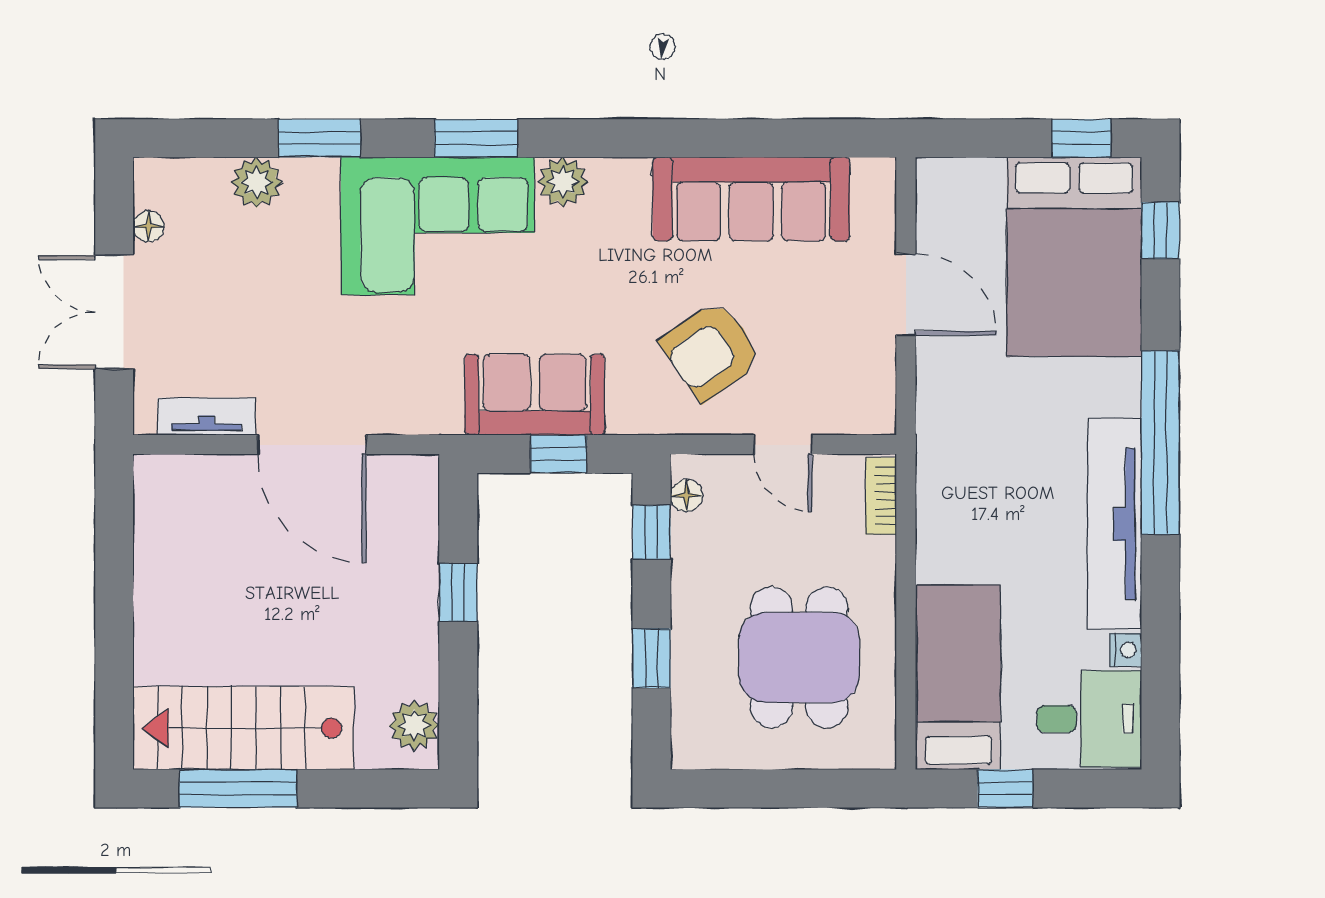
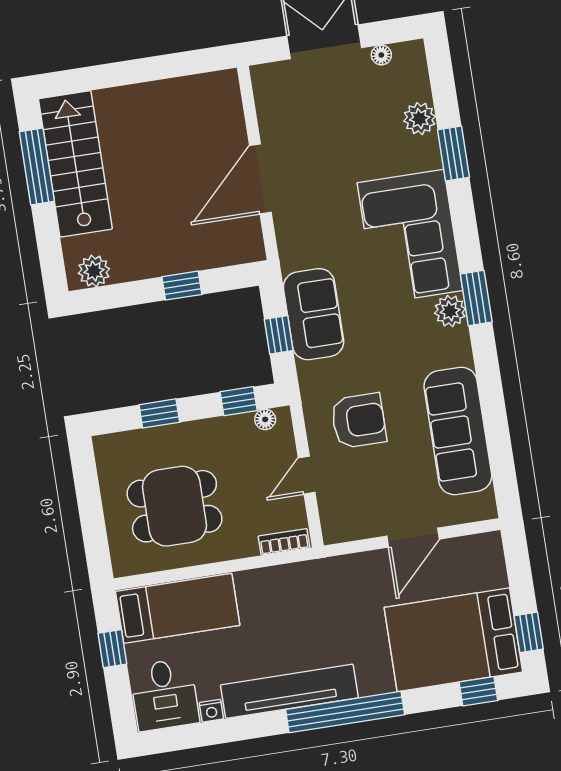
window: (476, 138) -> (476, 298), moved
armchair: (711, 351) -> (359, 421), turned 125
tv unit: (207, 416) -> (268, 110), removed

